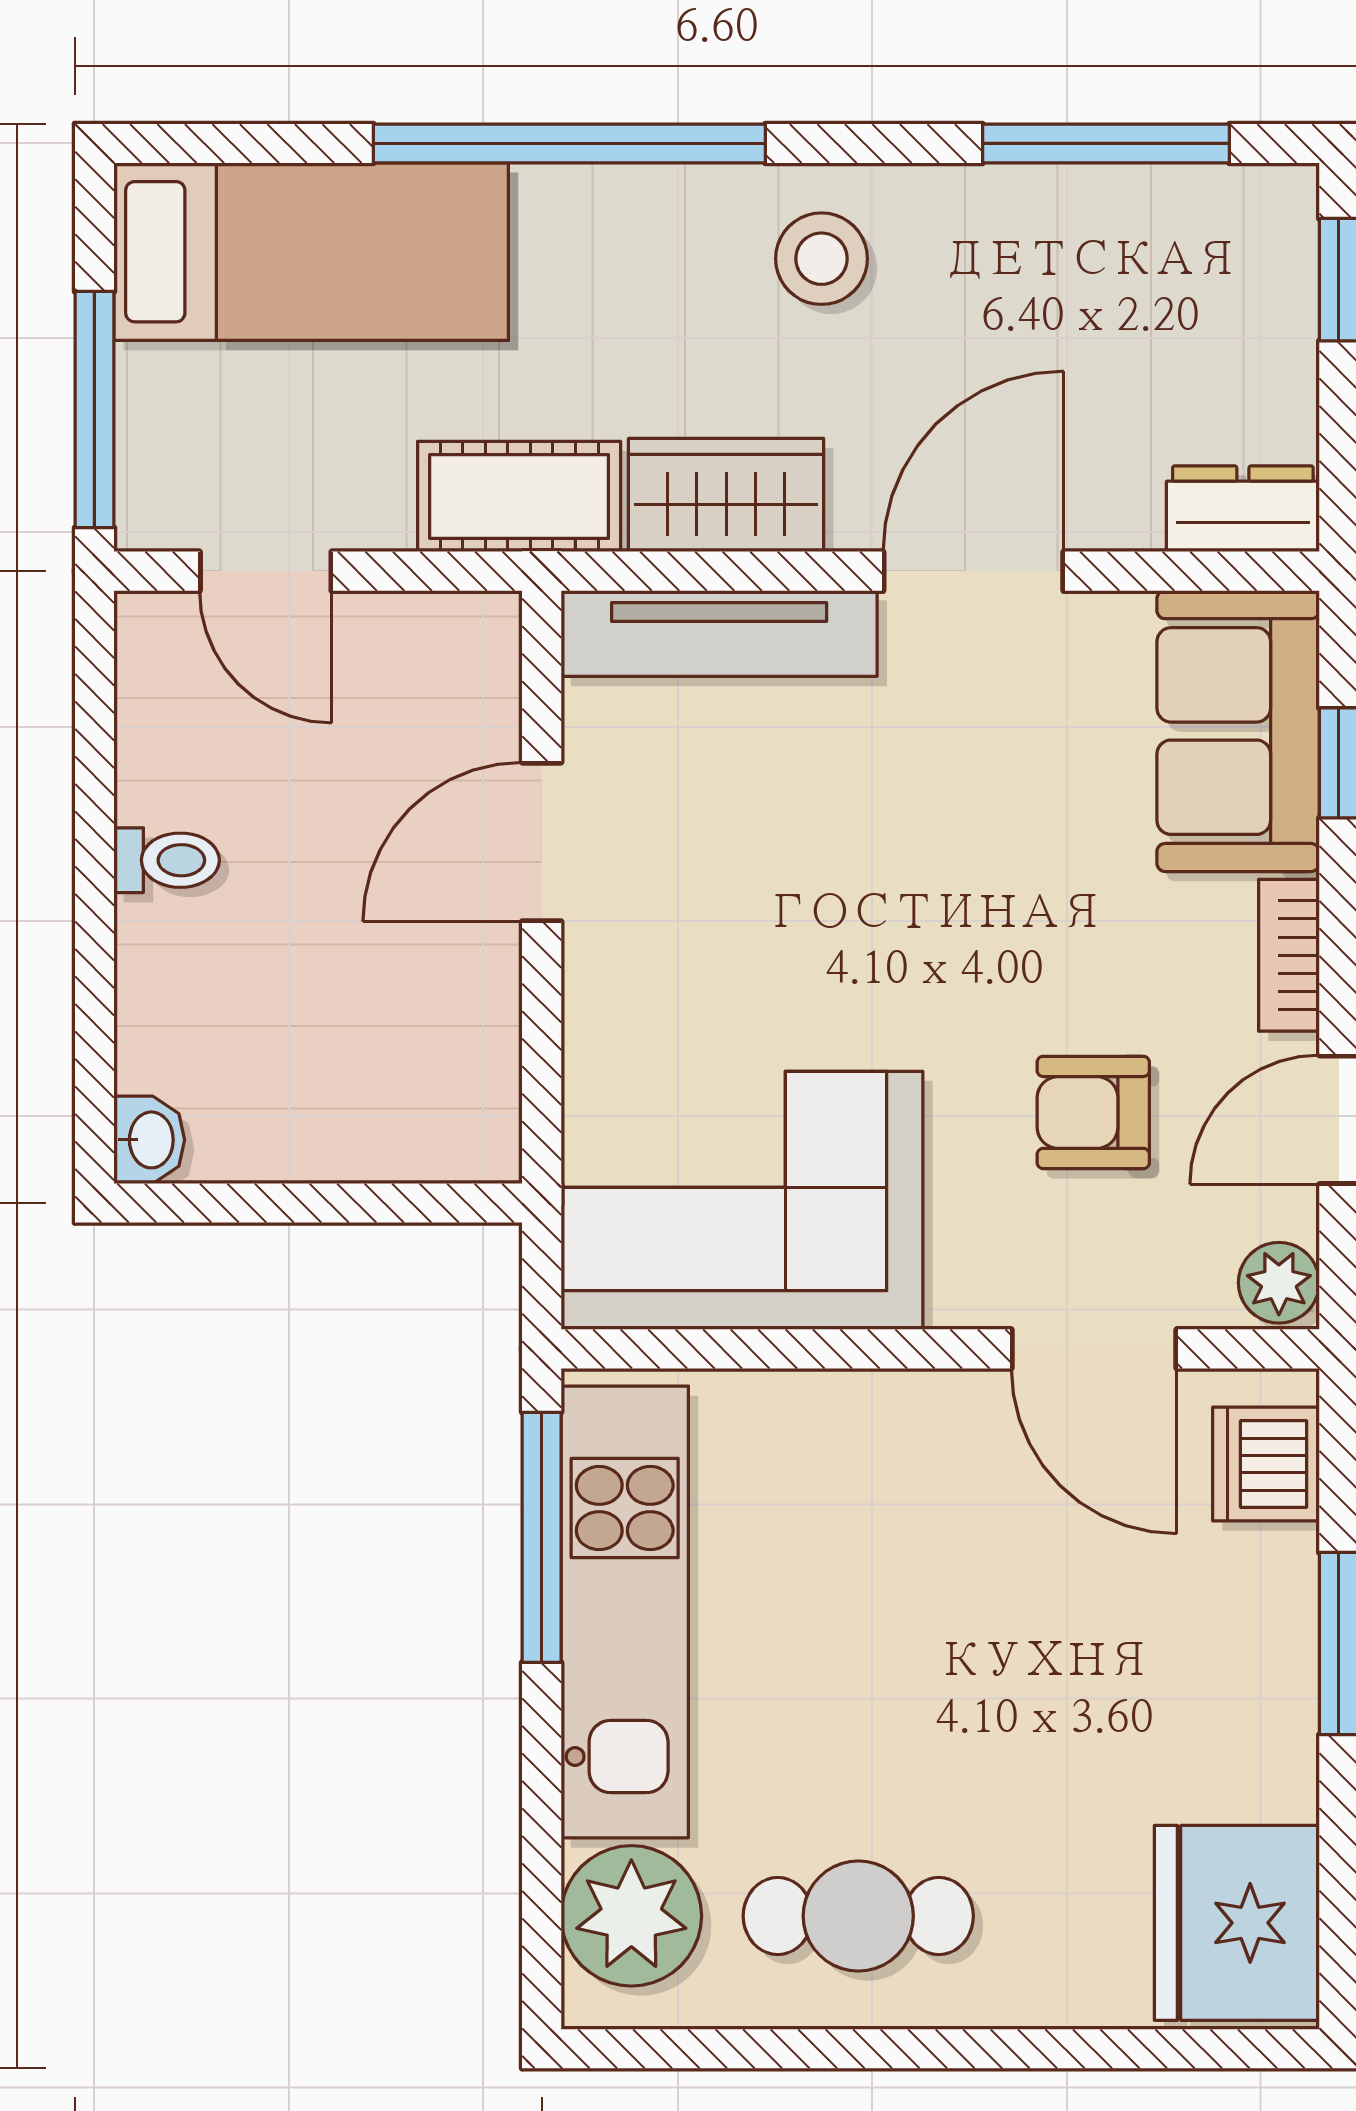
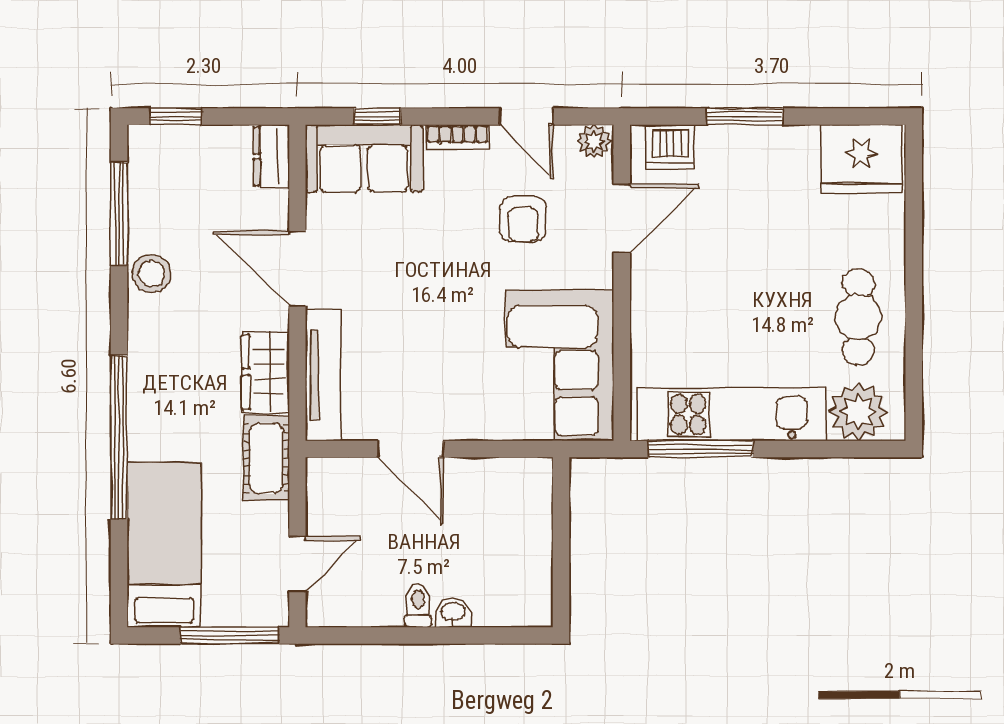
stool: (821, 259) -> (151, 274), moved
washbasin: (149, 1140) -> (453, 613), moved

